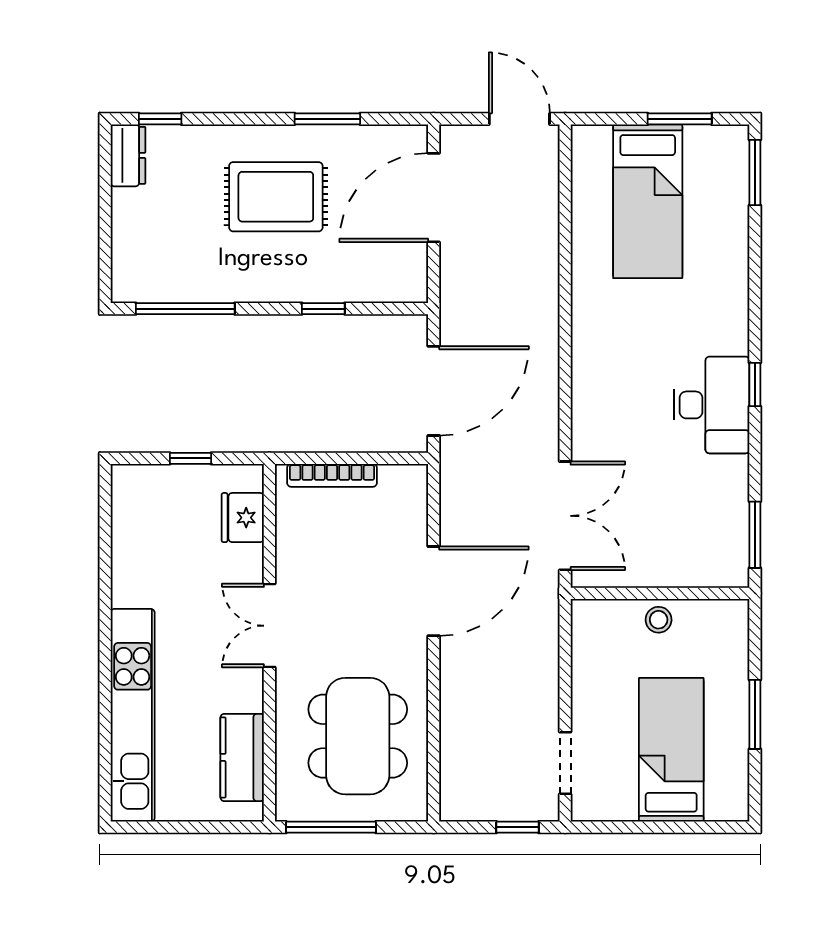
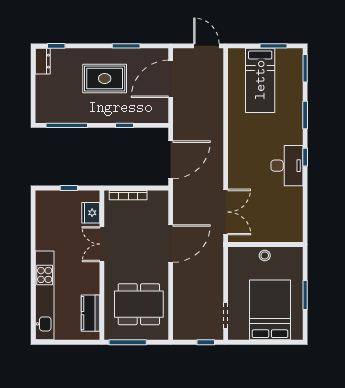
window: (755, 535) -> (305, 115), moved
double door: (269, 626) -> (102, 244), moved
dining table: (358, 736) -> (139, 304), turned 90
bed: (671, 750) -> (270, 310), width x1.50

